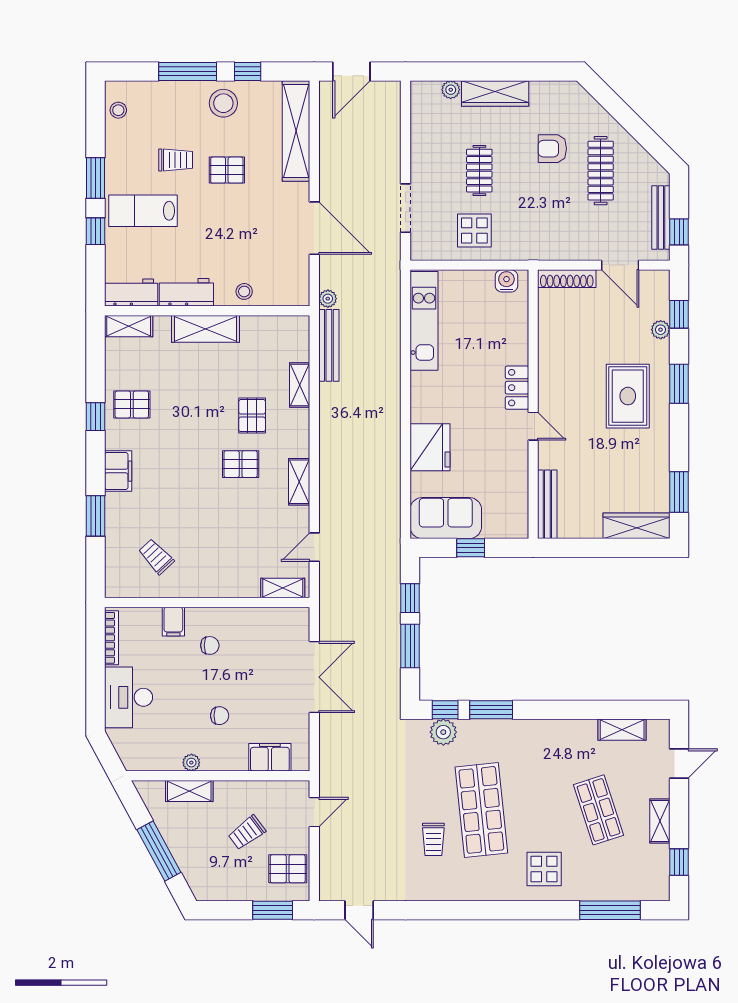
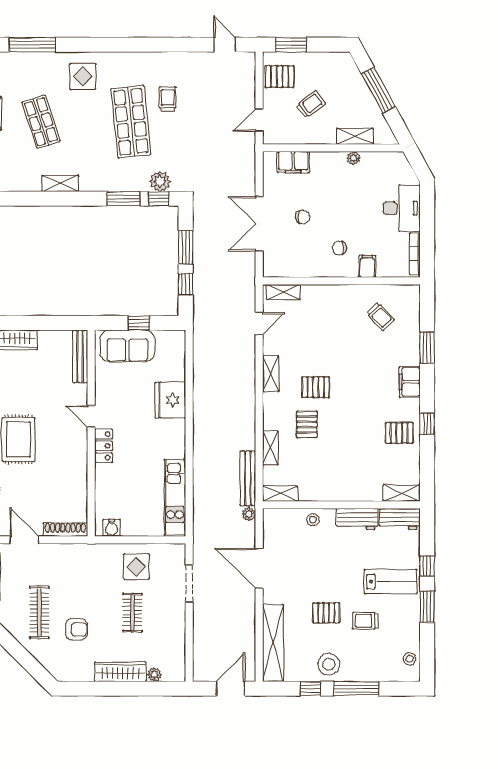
shelving: (206, 329) -> (280, 494), moved, width x0.67, depth x0.75
sofa: (446, 518) -> (127, 346), moved
chair: (220, 716) -> (303, 217), moved, turned 180
shelving: (622, 730) -> (60, 183), moved

